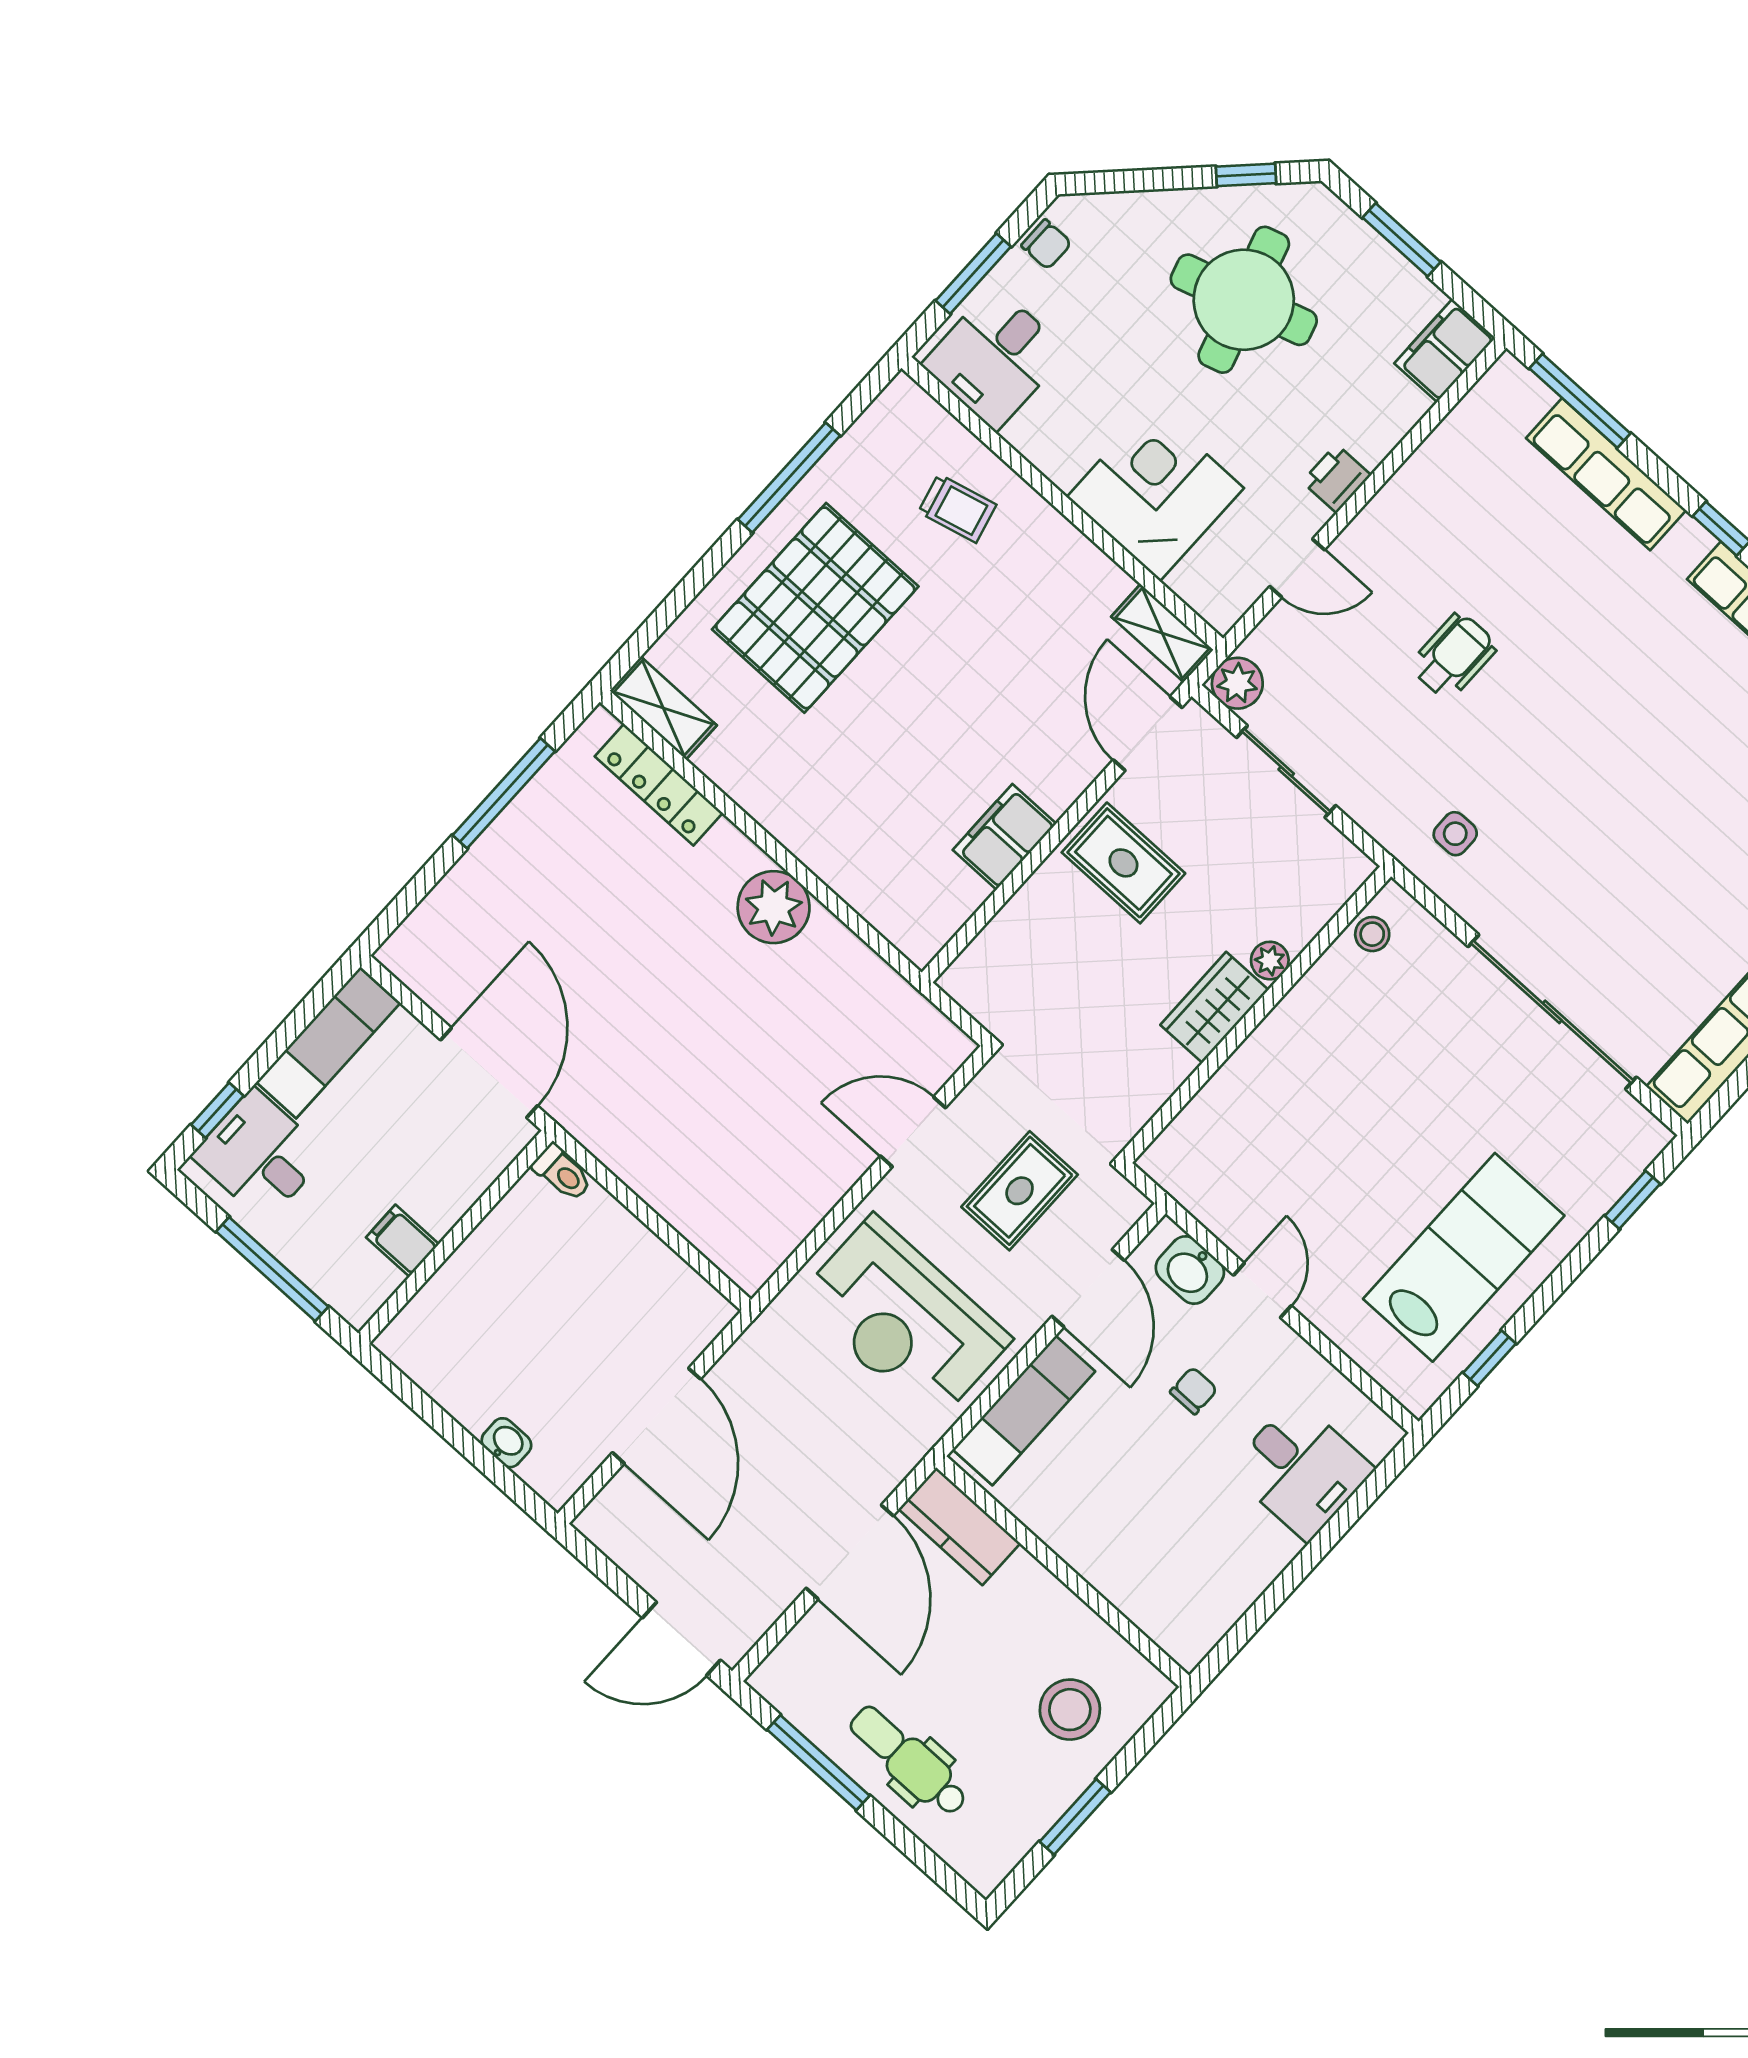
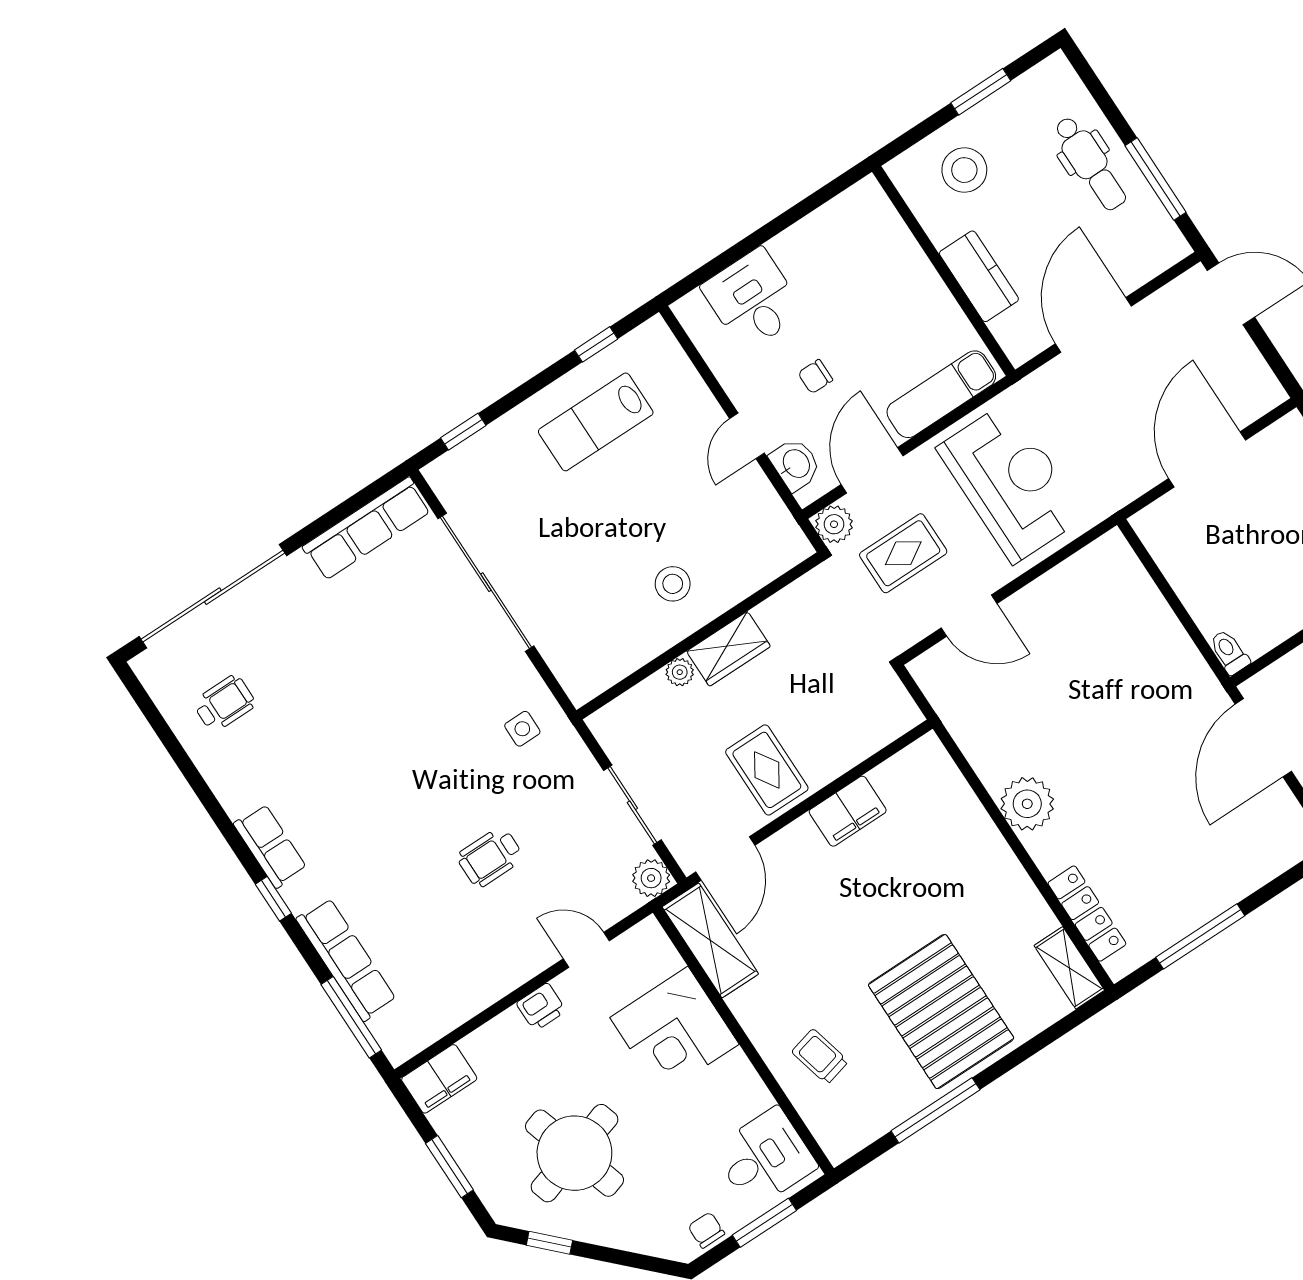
pallet: (815, 608) -> (941, 1012), turned 90
shelving: (1162, 633) -> (710, 940), width x1.50, depth x1.33
stool: (1372, 934) -> (673, 584), moved, width x1.37, depth x1.37
plant: (1119, 1205) -> (834, 524), added
lab bench: (1464, 1257) -> (596, 422), width x0.73, depth x0.72
kitchen counter: (959, 1526) -> (979, 276), moved

